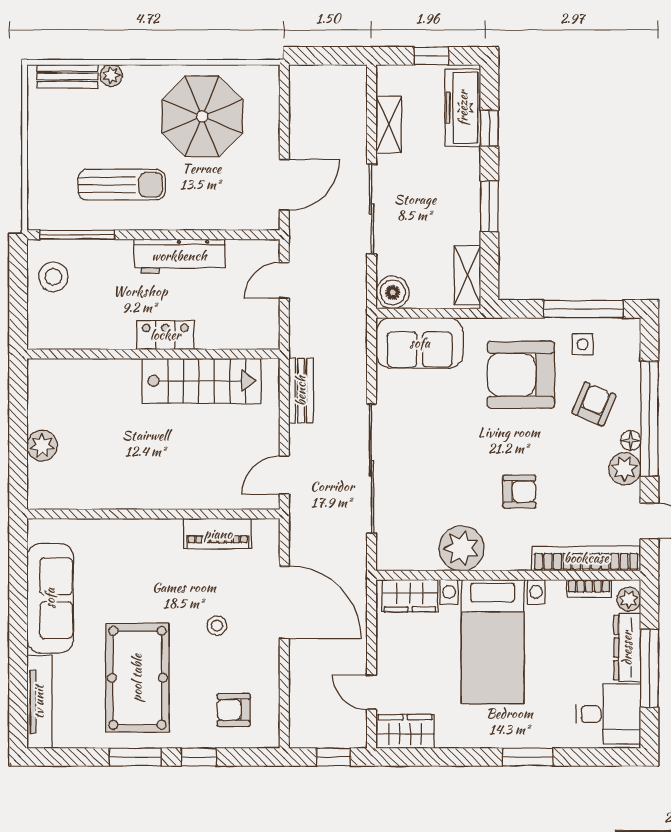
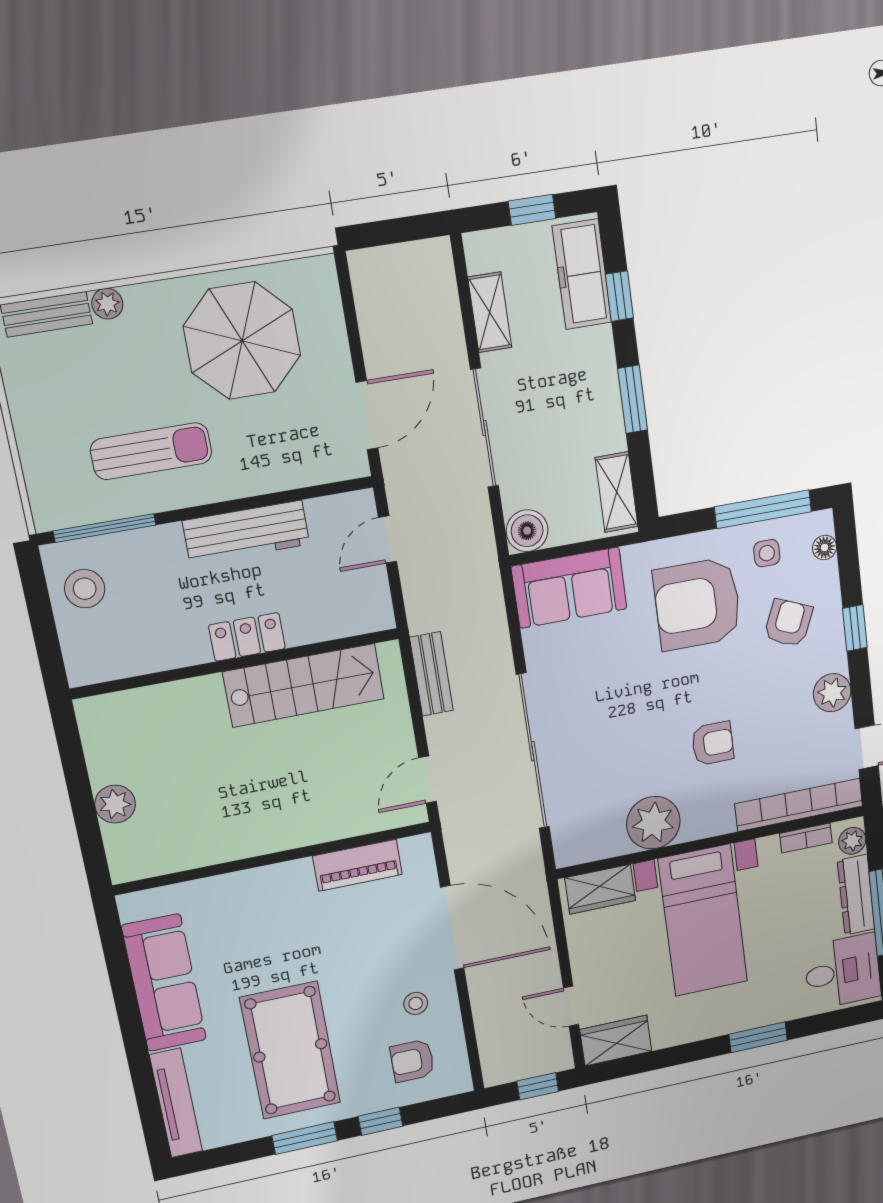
window: (649, 419) -> (855, 628), width x0.32
floor lamp: (631, 440) -> (824, 547), moved
stool: (217, 626) -> (416, 1003), moved

